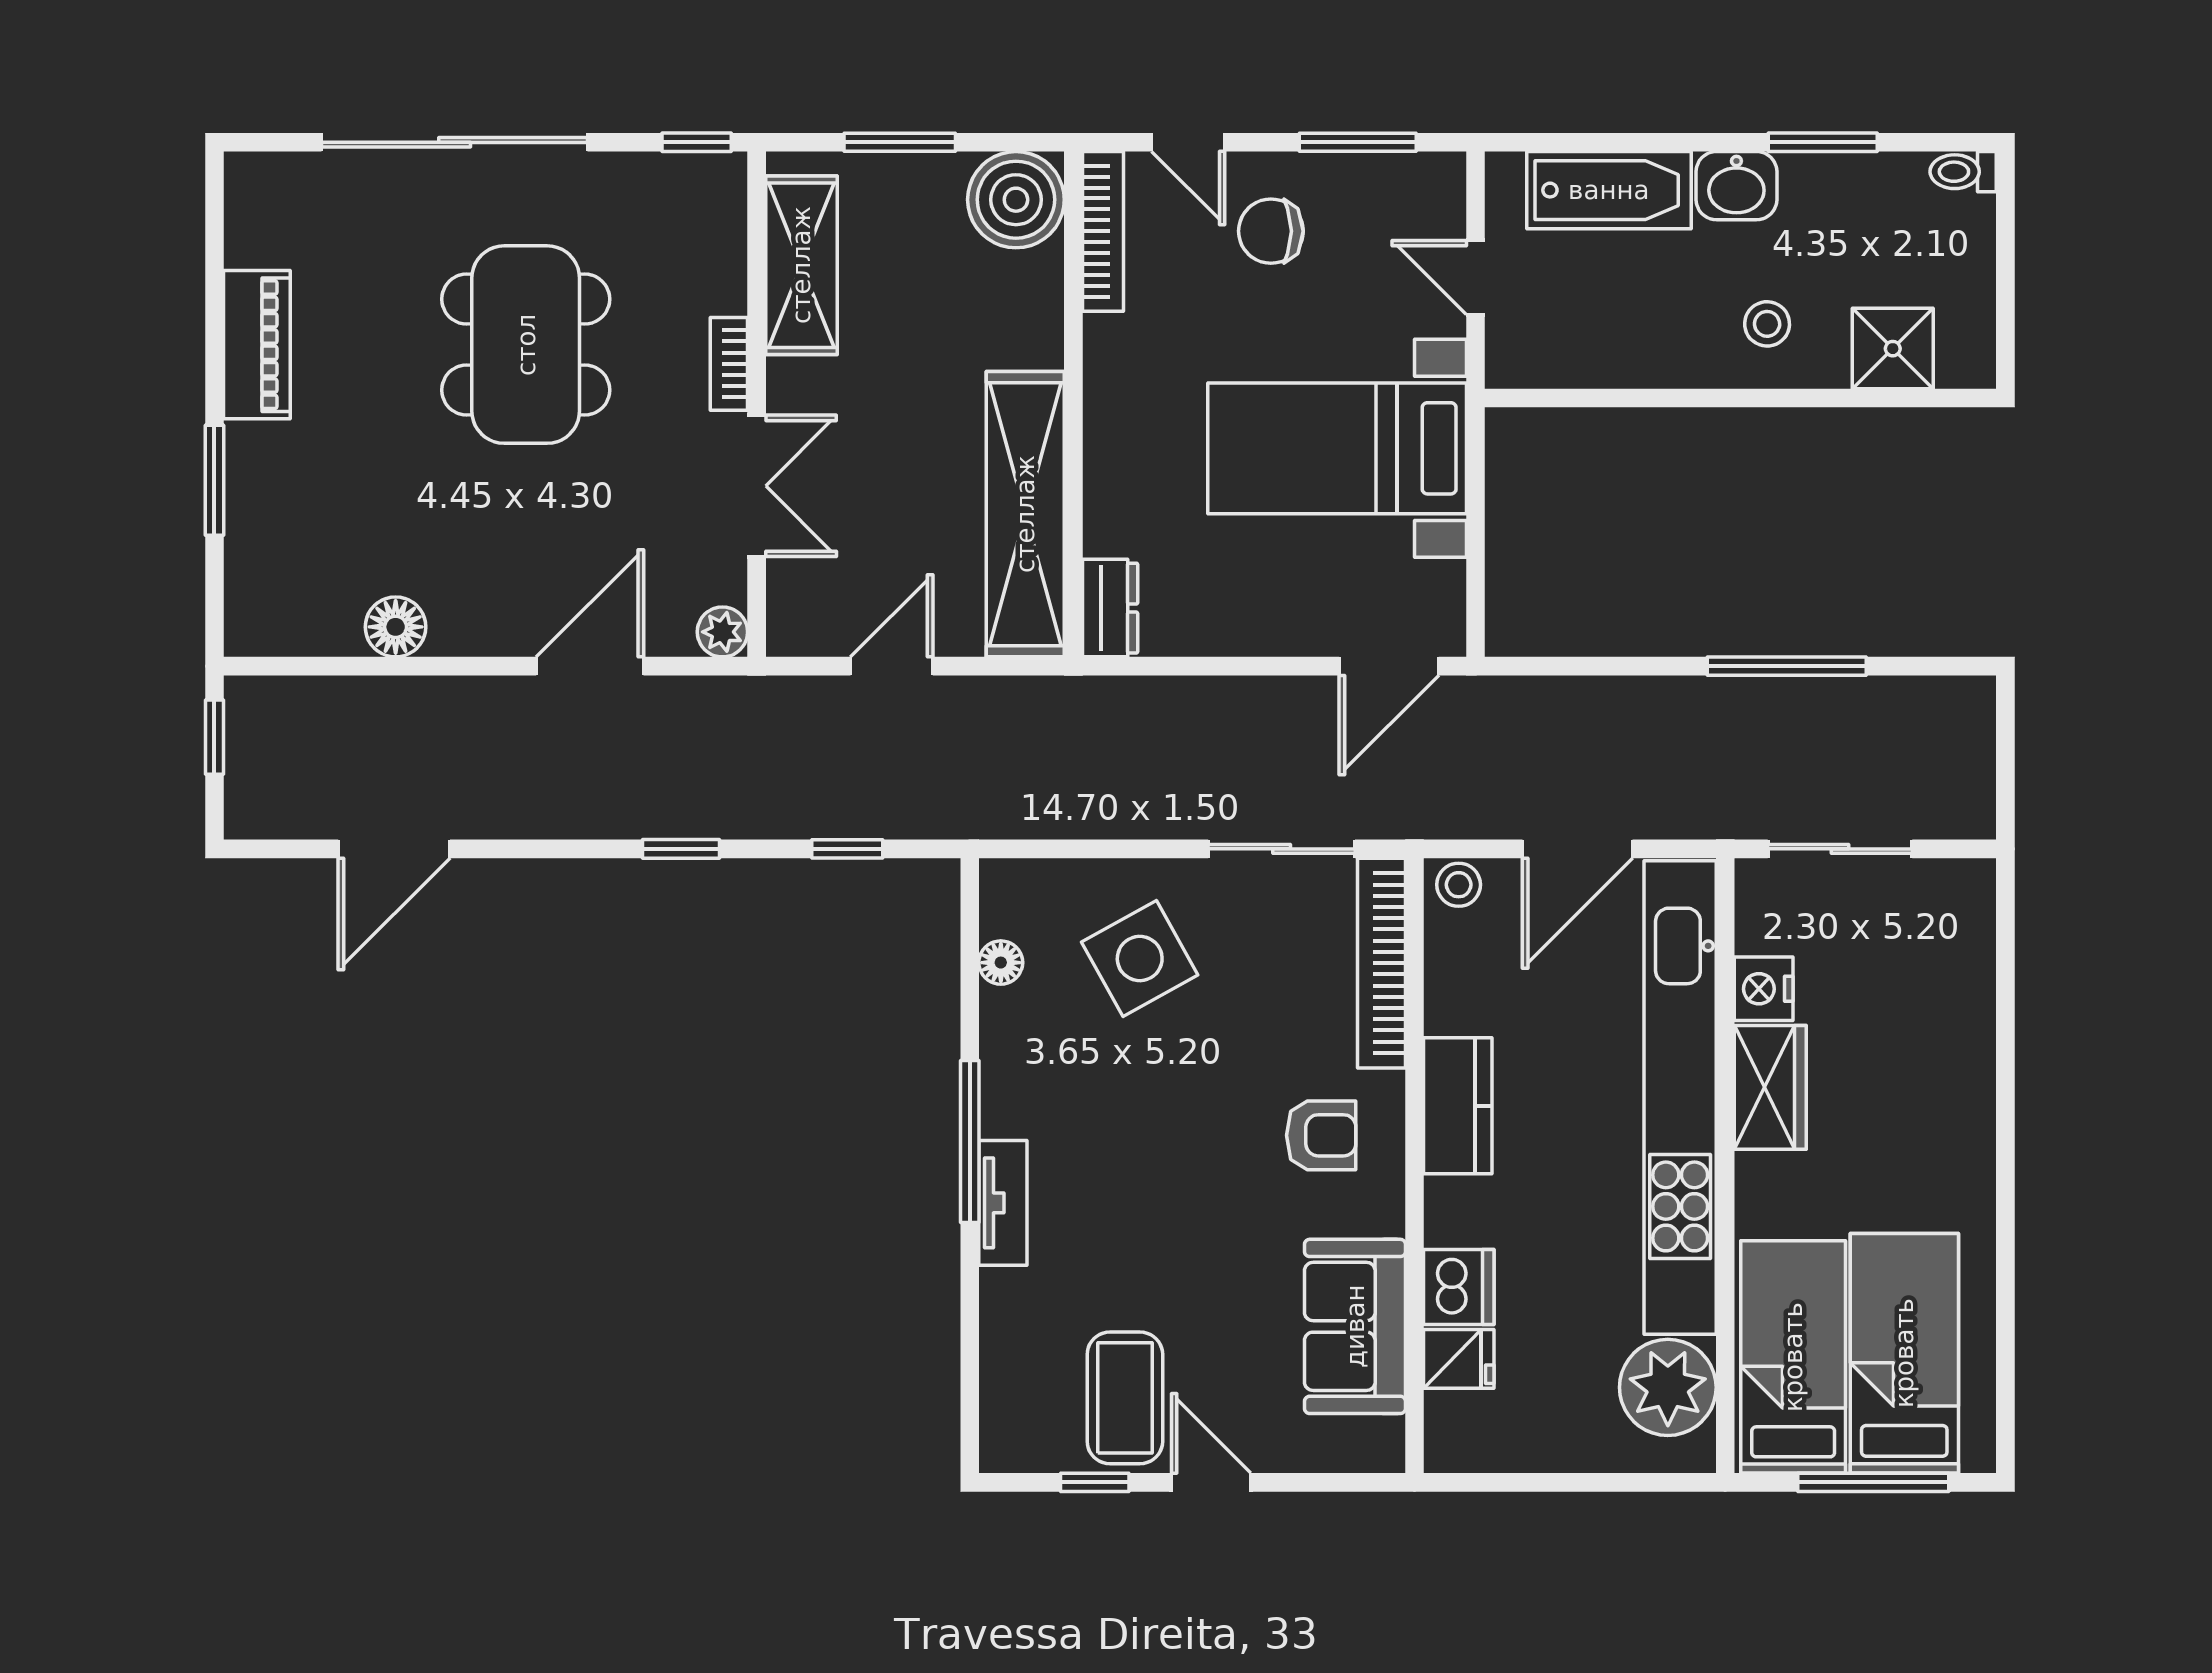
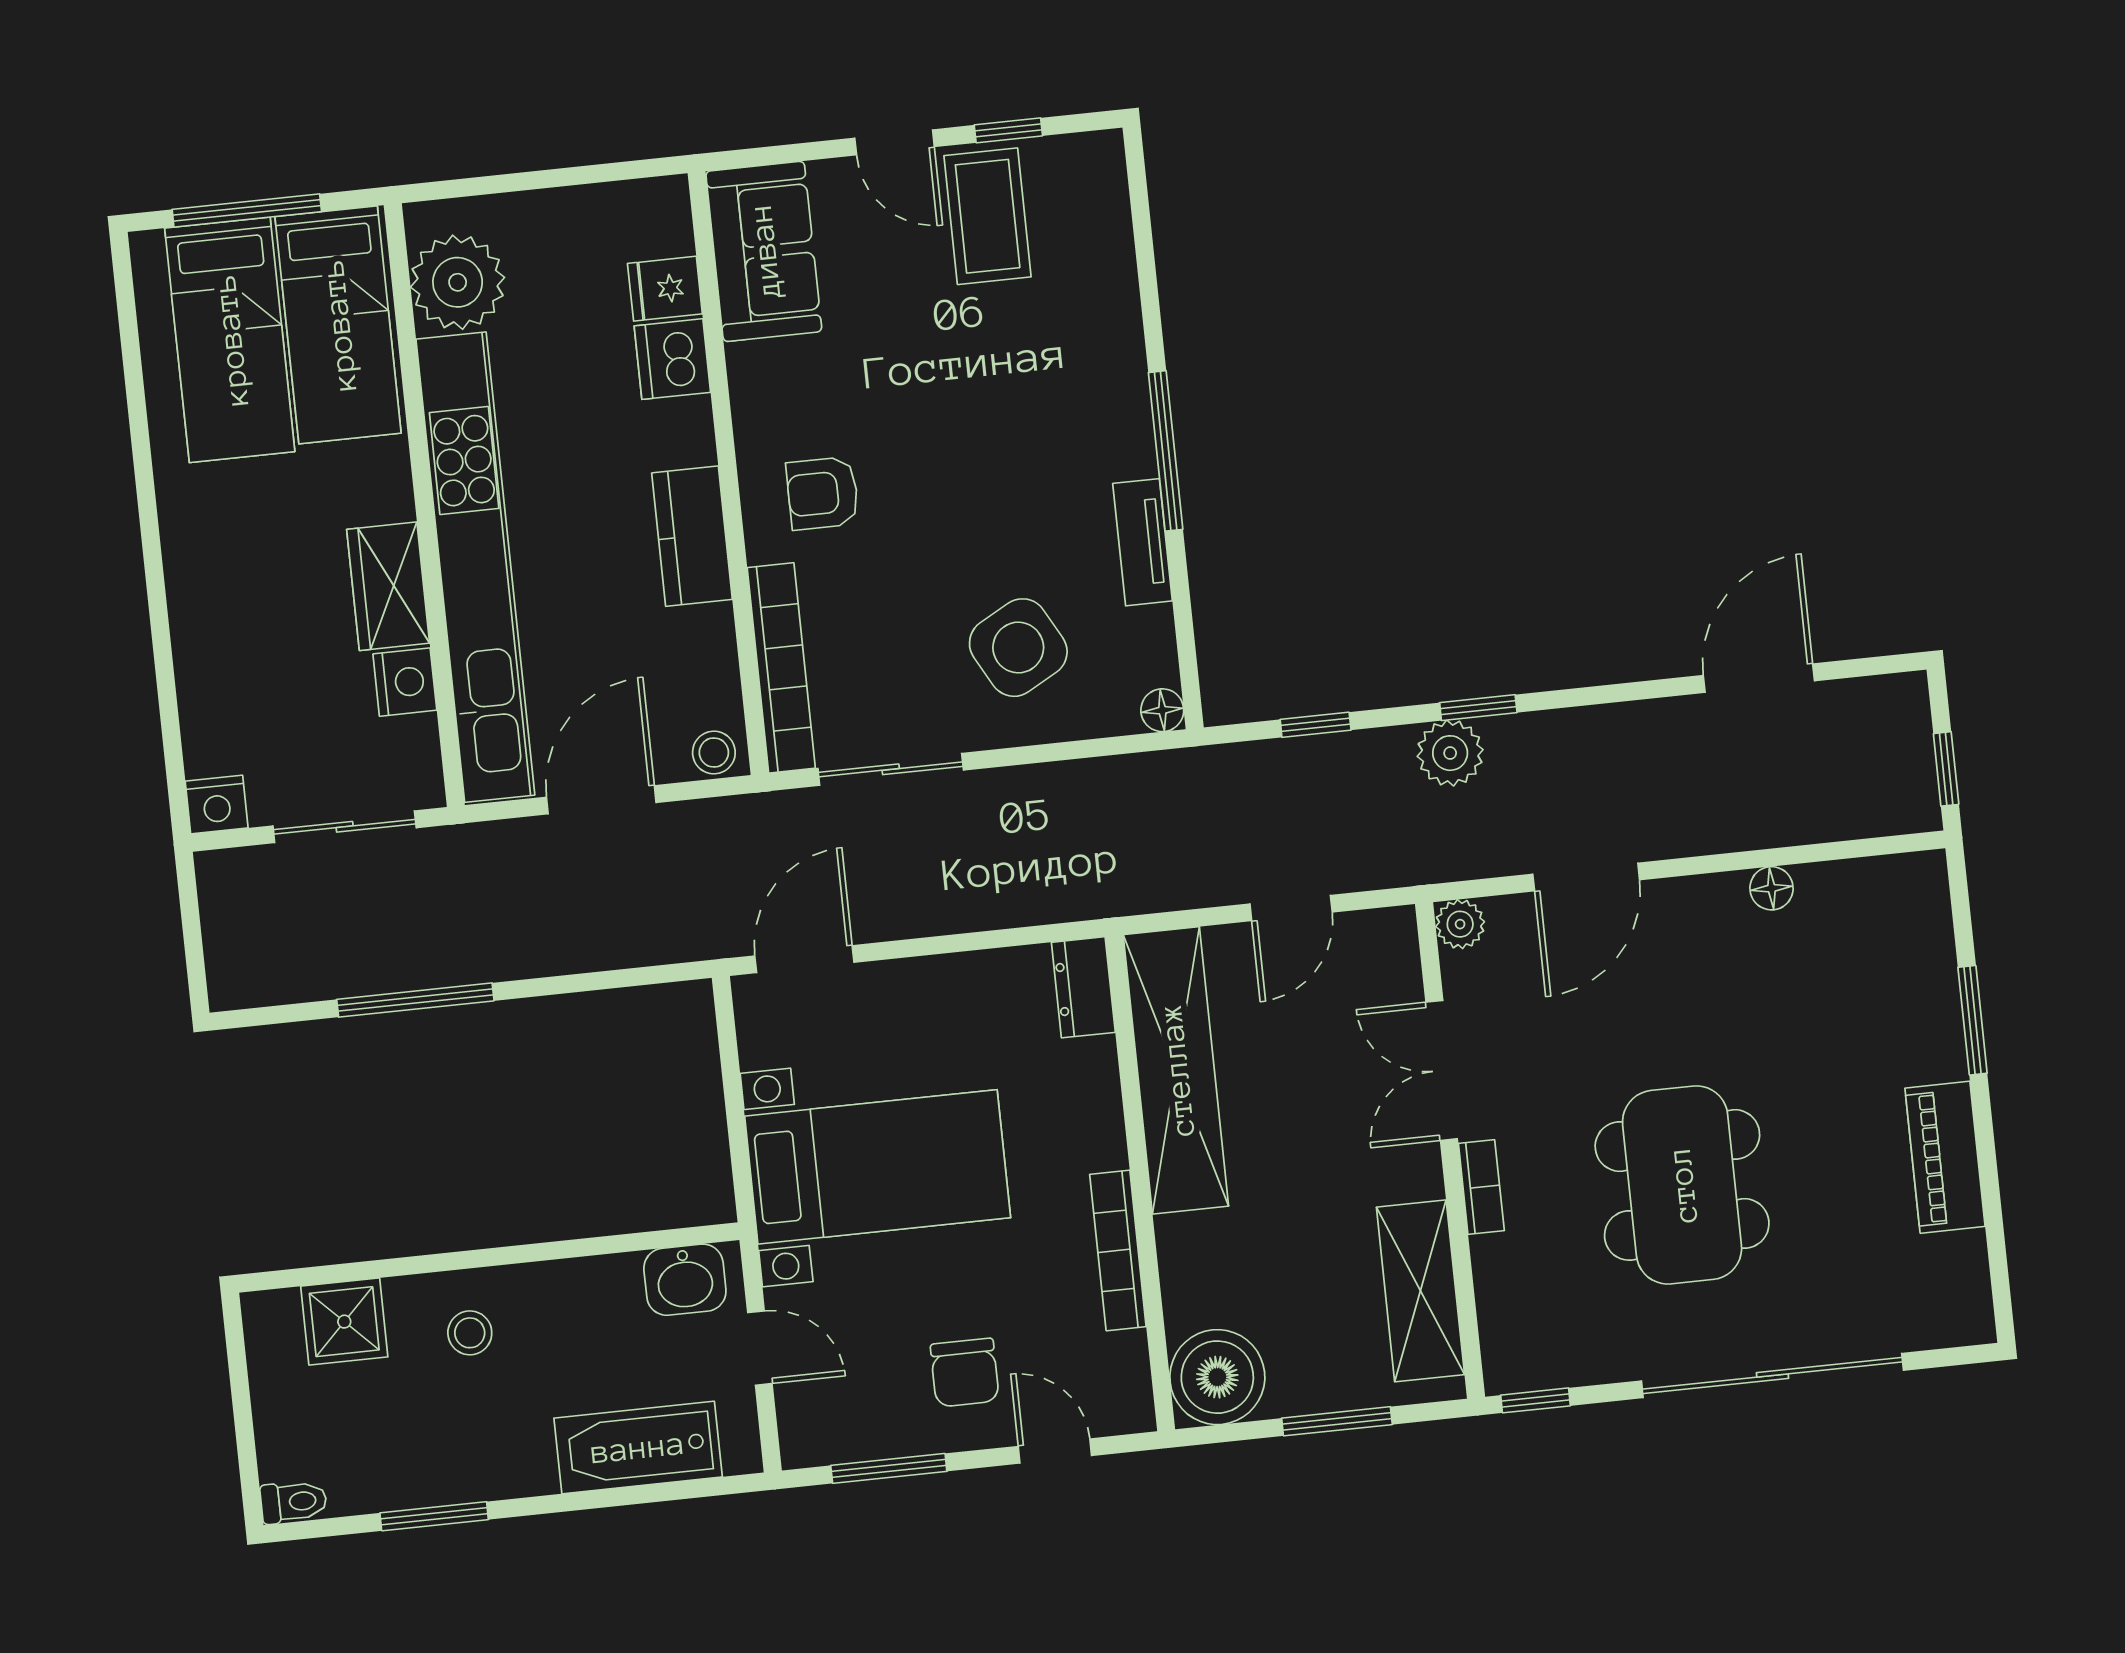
washbasin: (1736, 186) -> (685, 1280), moved, turned 180
bookcase: (1103, 231) -> (1118, 1250), moved
chair: (1271, 231) -> (965, 1373), turned 90
floor lamp: (396, 627) -> (1772, 888), width x0.73, depth x0.73
plant: (714, 806) -> (1450, 753), added
nightstand: (1967, 885) -> (217, 804), added
floor lamp: (1001, 963) -> (1162, 710), moved
tv unit: (1003, 1203) -> (1143, 542), moved
sofa: (1355, 1326) -> (764, 251), moved

